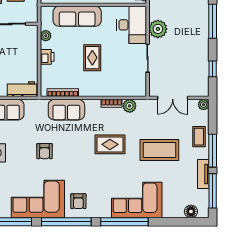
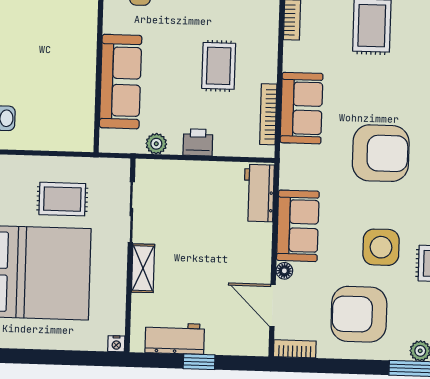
rug: (92, 58) -> (219, 66), moved, turned 90
armchair: (45, 151) -> (381, 153), width x1.88, depth x1.88

